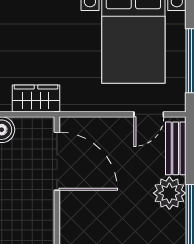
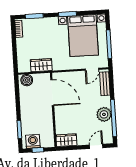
plant: (169, 193) -> (104, 114), moved

